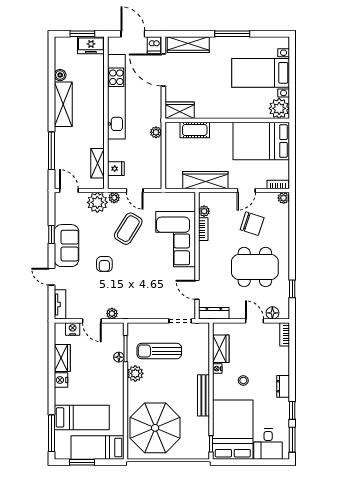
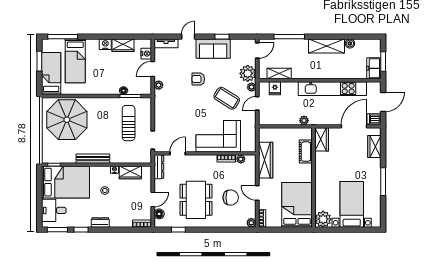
wardrobe: (188, 45) -> (374, 146), width x0.67
chair: (252, 224) -> (231, 198), turned -108
plant: (135, 373) -> (110, 104), removed

